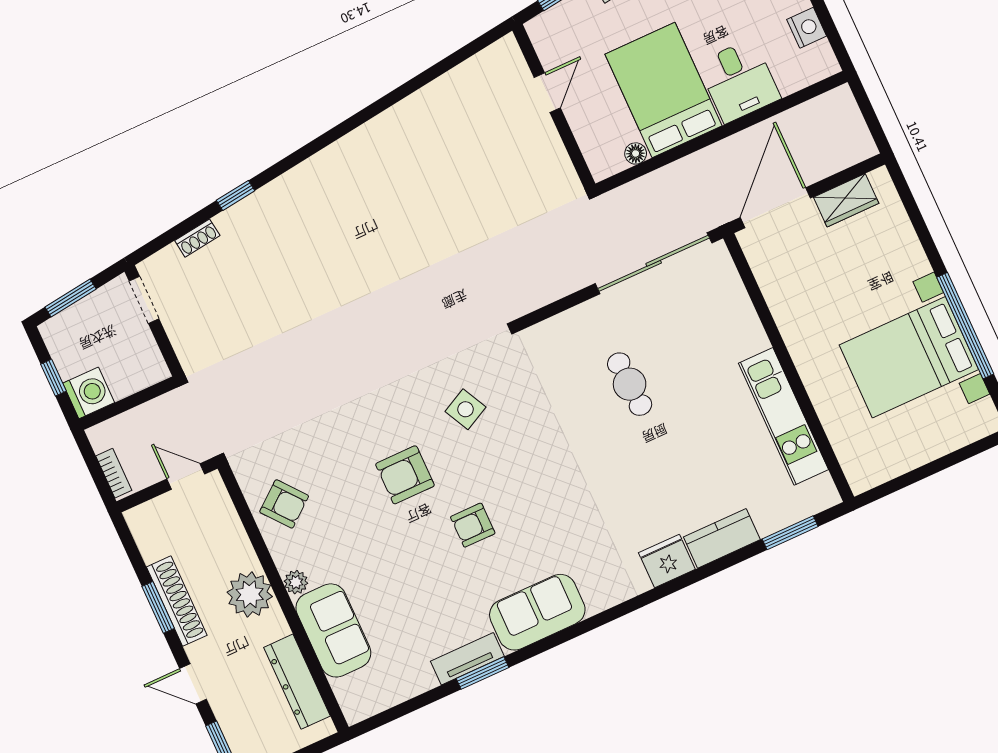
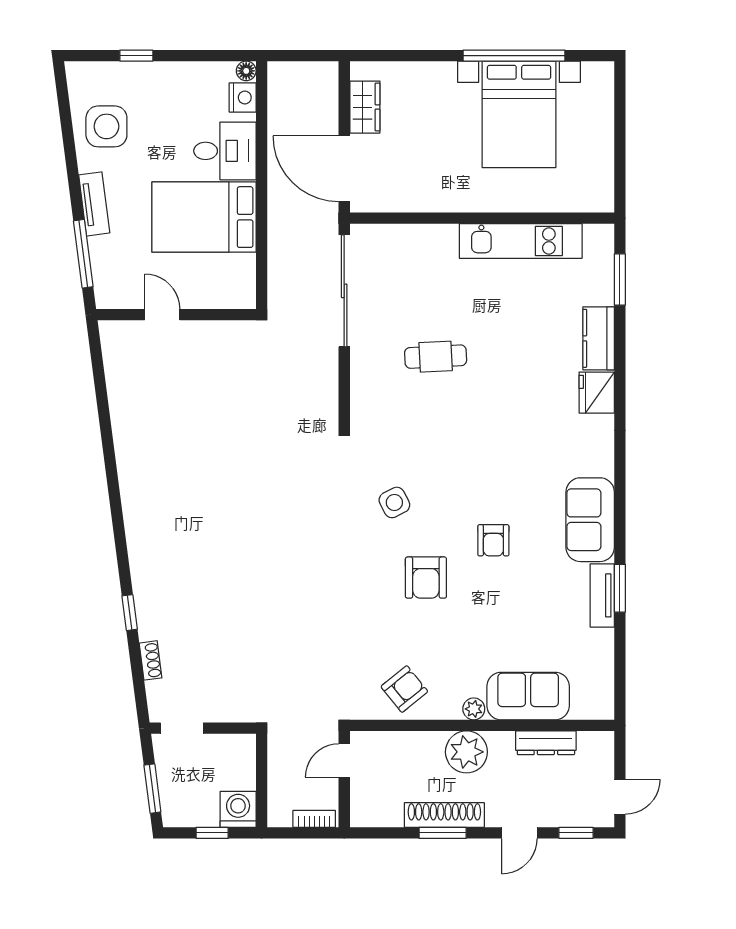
nightstand: (807, 28) -> (243, 97), moved, turned 90
floor lamp: (636, 153) -> (246, 71), moved
dresser: (297, 682) -> (546, 743), width x0.73, depth x0.80

